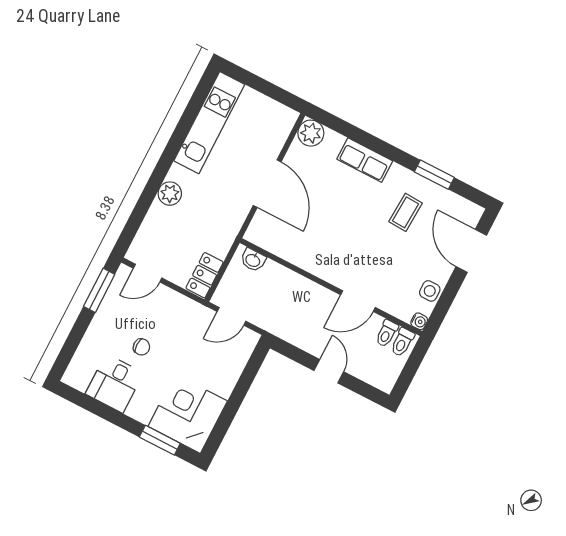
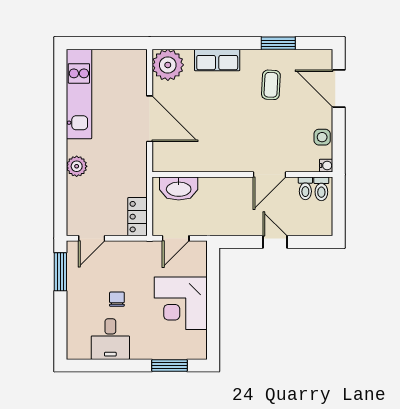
plant: (311, 133) -> (168, 65), width x1.36, depth x1.36
washbasin: (253, 260) -> (179, 188), width x1.91, depth x1.45
chair: (142, 347) -> (117, 299), turned -90
corner desk: (188, 414) -> (181, 303), moved, turned -90

